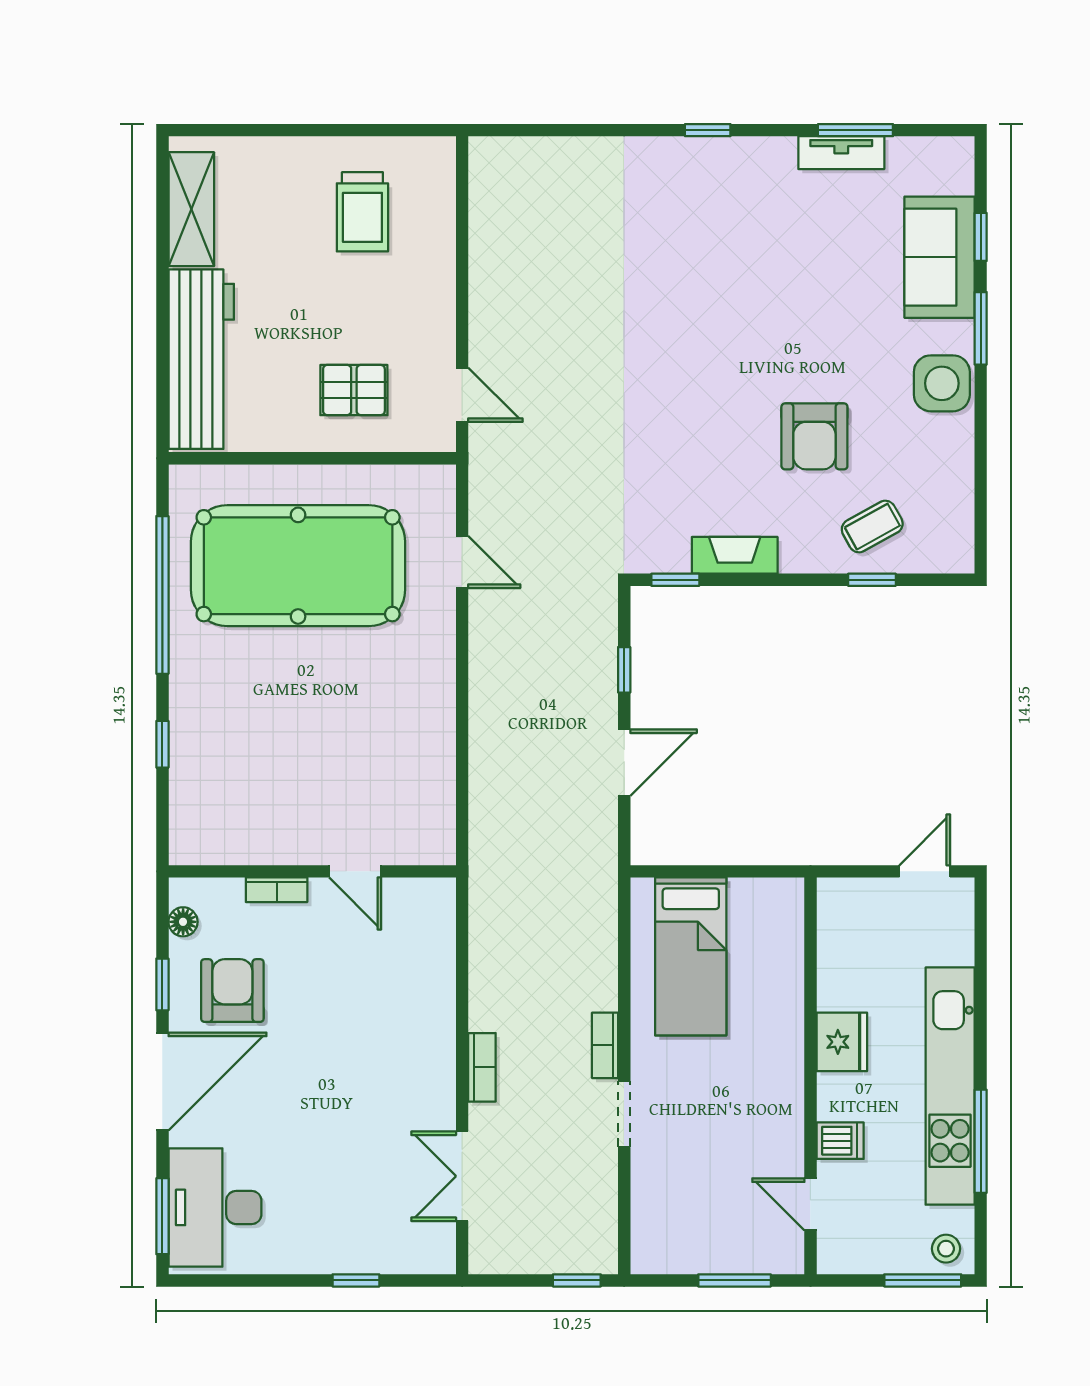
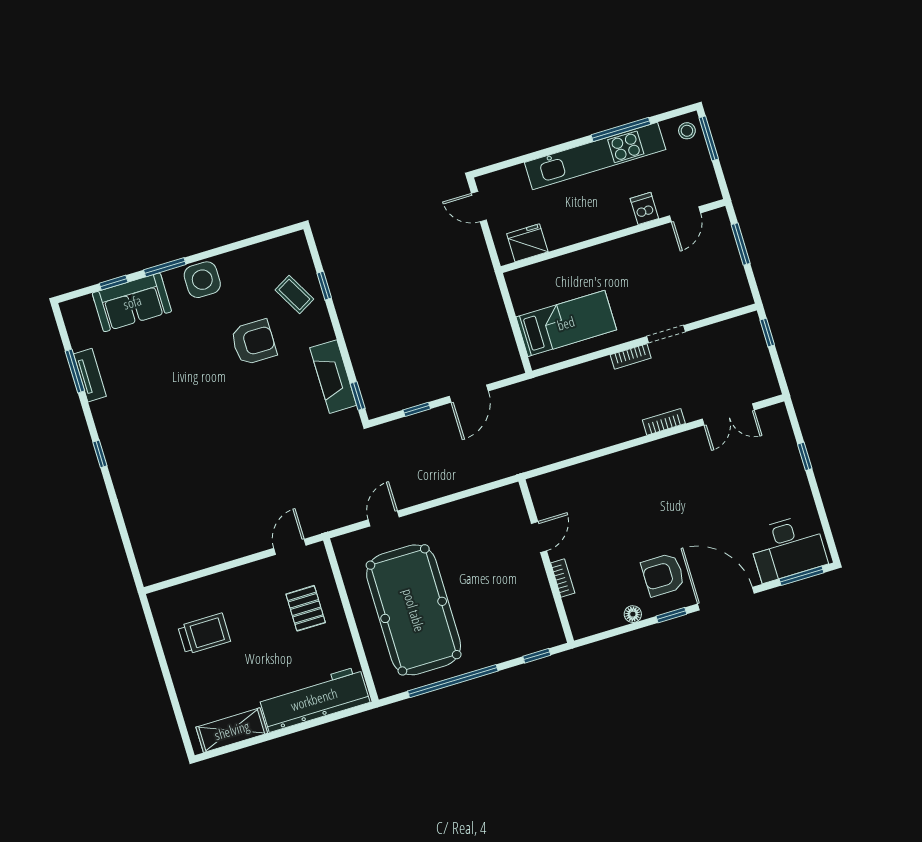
fireplace: (735, 555) -> (333, 377), width x1.37, depth x1.32
door: (624, 763) -> (469, 394), swing flipped
wall: (312, 871) -> (546, 561), moved
door: (355, 871) -> (539, 537), moved
bookcase: (277, 890) -> (563, 578), moved
fridge: (842, 1042) -> (527, 243), moved

